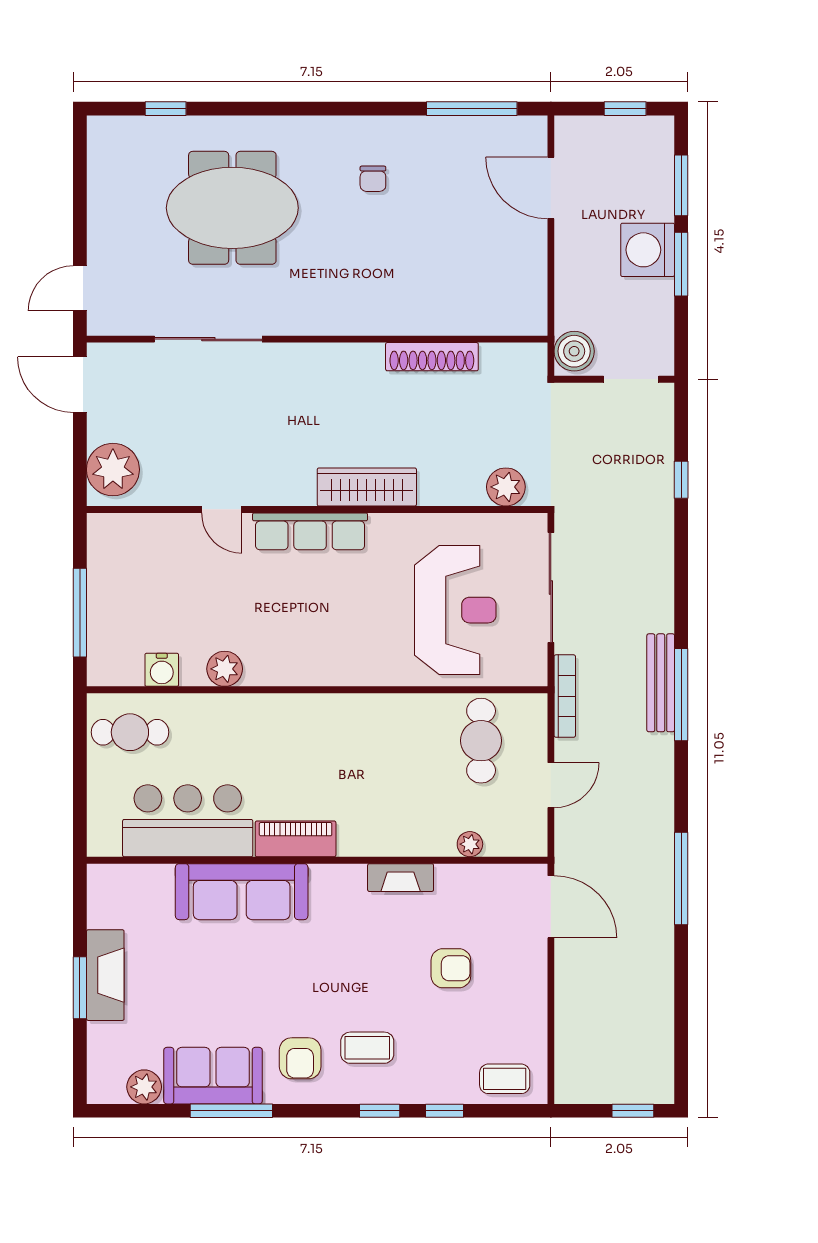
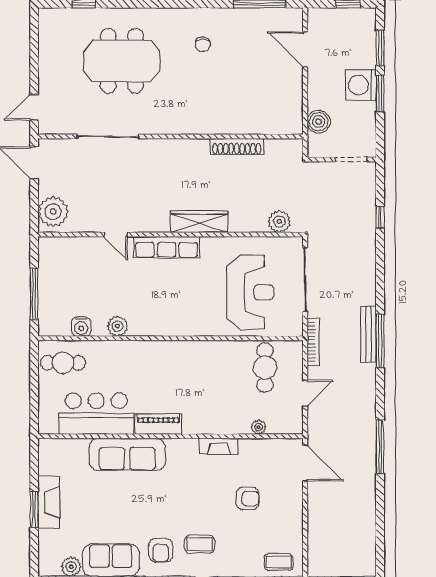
boiler: (574, 351) -> (319, 122), moved

